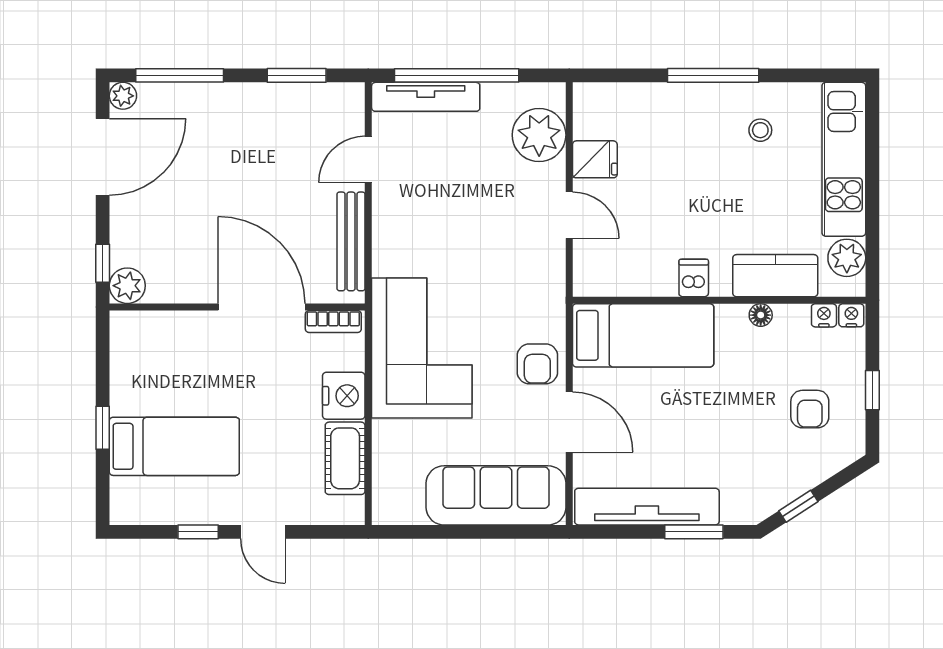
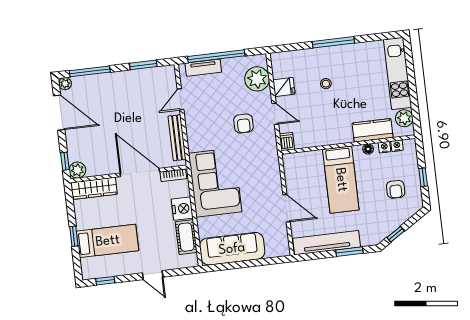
tv unit: (426, 97) -> (203, 68), width x0.71
stool: (760, 130) -> (326, 84), moved
door: (103, 157) -> (59, 113), hinge flipped
dishwasher: (694, 278) -> (287, 142), moved
nightstand: (851, 315) -> (384, 147), moved
wardrobe: (158, 329) -> (94, 188), added
bed: (643, 335) -> (341, 180), moved, turned 90
armchair: (537, 364) -> (243, 123), moved
sofa: (496, 495) -> (232, 249), moved
window: (198, 532) -> (105, 281), moved

